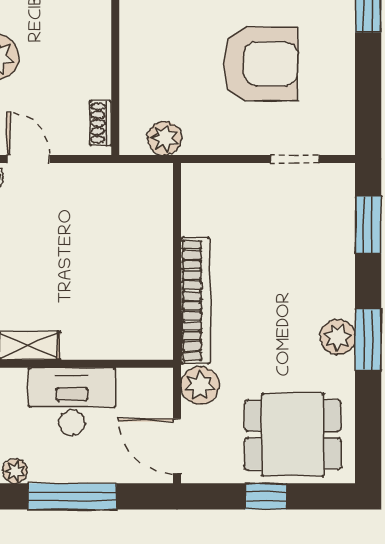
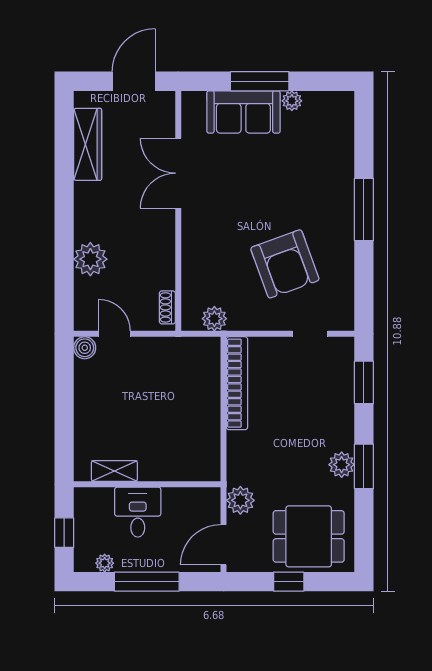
armchair: (261, 64) -> (285, 264), turned 70
bookcase: (195, 301) -> (237, 383), moved
desk: (72, 402) -> (138, 512), width x0.73
door: (177, 446) -> (224, 545), hinge flipped

